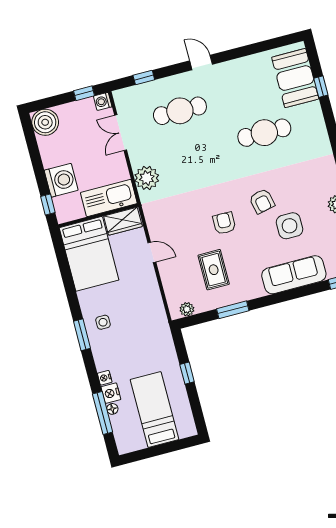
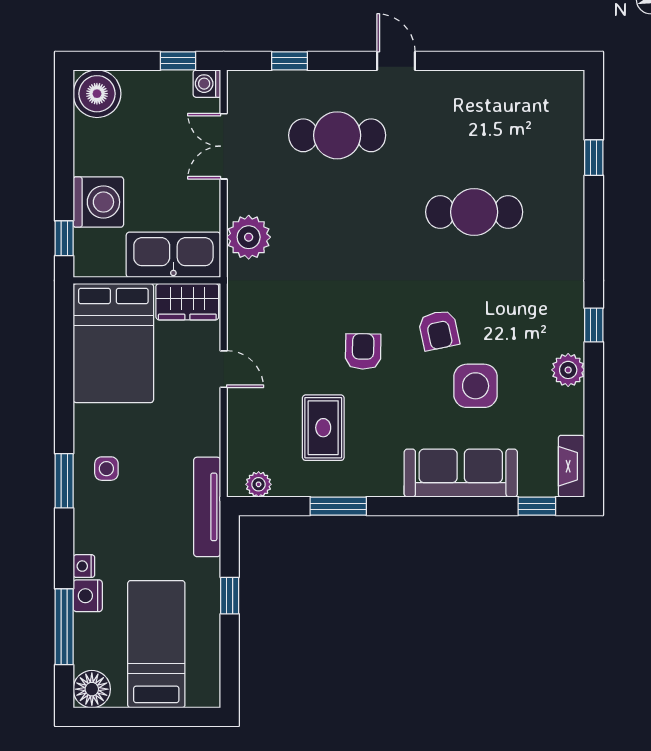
booth: (295, 78) -> (553, 131), removed
tv unit: (162, 329) -> (207, 507), added
floor lamp: (112, 409) -> (92, 689), moved, width x1.89, depth x1.89

